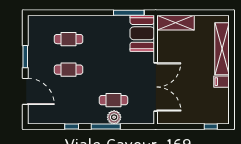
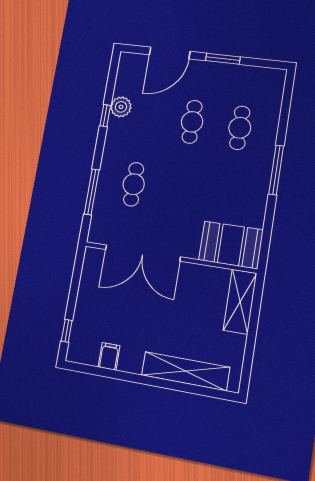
window: (129, 13) -> (276, 170), moved
filing cabinet: (222, 82) -> (109, 356), moved
plant: (114, 117) -> (121, 107), moved
window: (106, 127) -> (92, 192), moved

